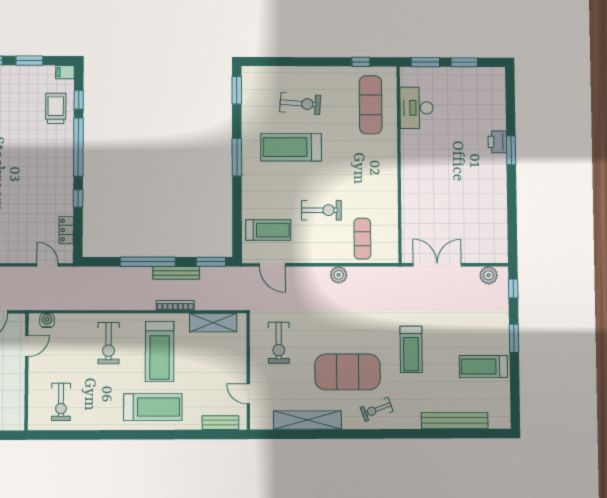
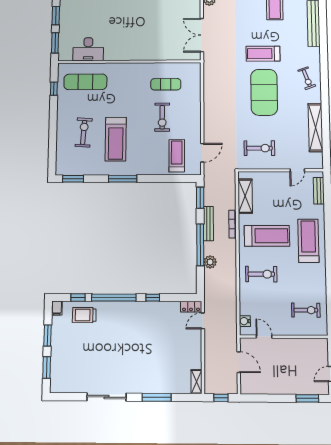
exercise bike: (321, 210) -> (162, 117), turned 180
locker: (66, 230) -> (191, 307), moved
exercise mat: (362, 239) -> (166, 84), moved
plant: (339, 275) -> (210, 262), moved
treadmill: (411, 349) -> (263, 54), turned 180
exercise mat: (348, 372) -> (264, 92), moved

